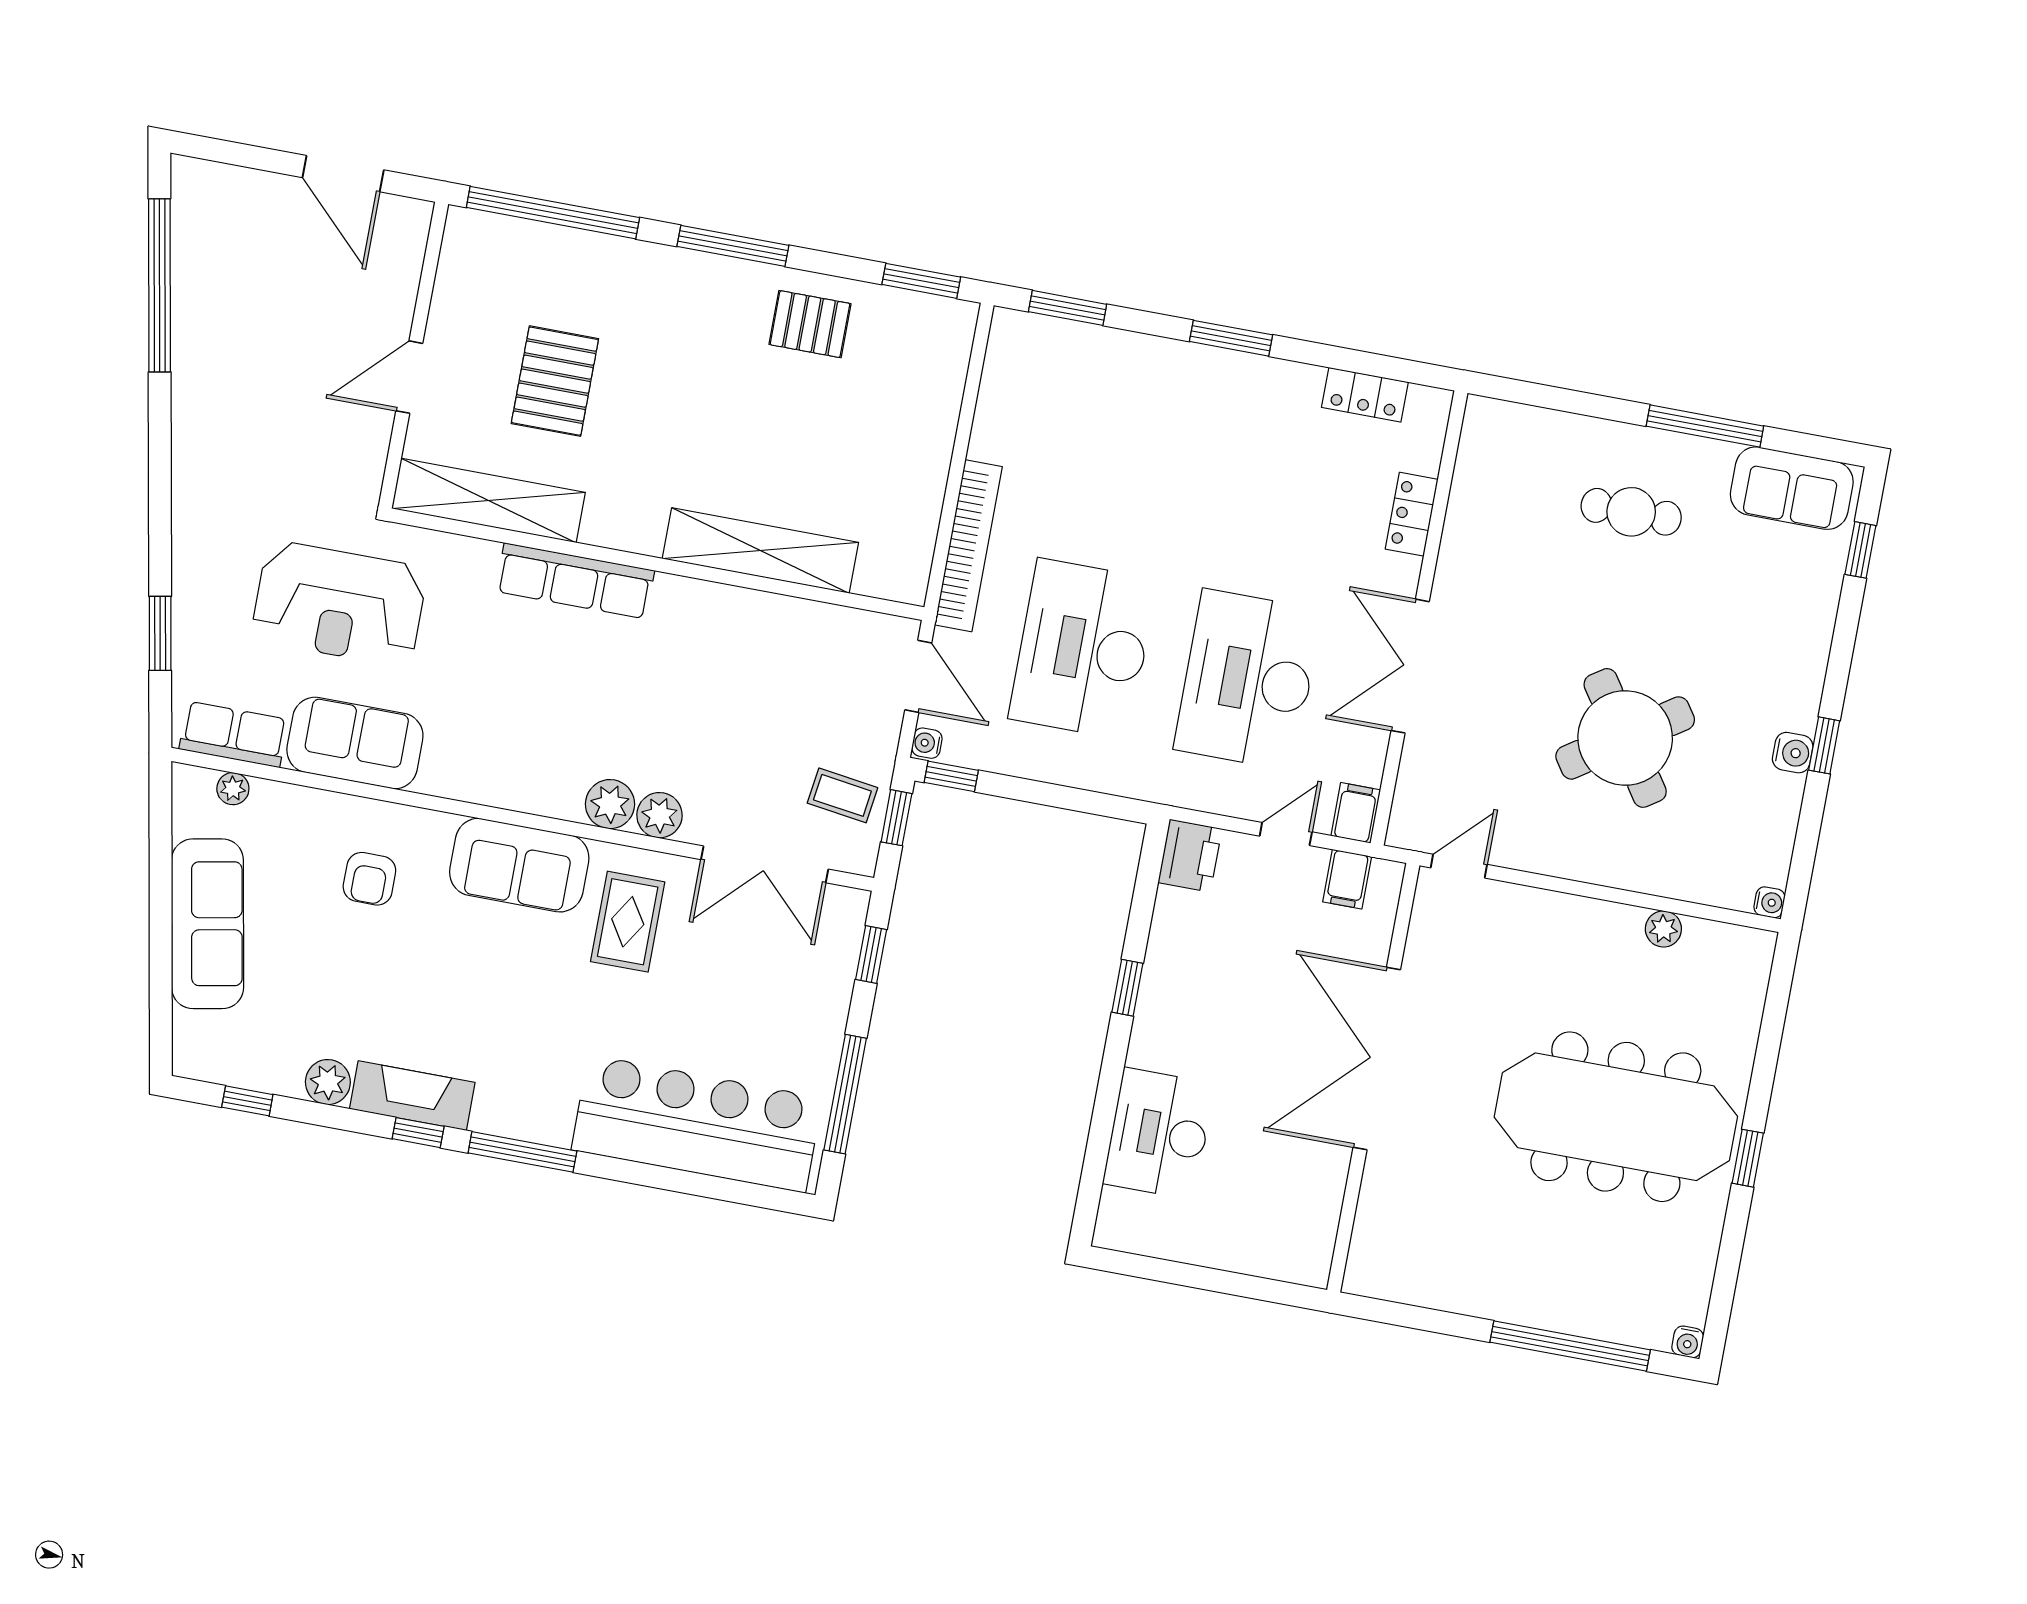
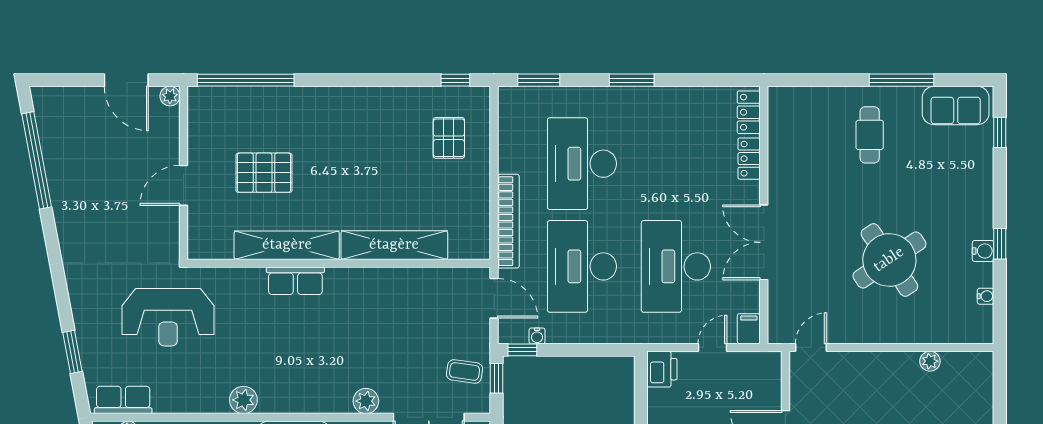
plant: (415, 216) -> (170, 96), added
window: (733, 246) -> (348, 80), removed
window: (921, 281) -> (455, 80), width x0.67
pallet: (810, 324) -> (449, 138), moved, turned 90
pallet: (555, 381) -> (264, 173), turned 90
locker: (1365, 395) -> (749, 112), moved, turned 90
desk: (1116, 469) -> (582, 164), added
shelving: (489, 501) -> (287, 245), moved
cafe table: (1631, 512) -> (870, 135), turned 90
row of seats: (575, 581) -> (295, 281), width x0.68
sofa: (355, 743) -> (191, 392), removed
water cooler: (927, 743) -> (537, 336), moved, turned -90
plant: (610, 804) -> (243, 400), moved
filing cabinet: (1347, 879) -> (751, 366), removed
water cooler: (1769, 902) -> (986, 296), moved

